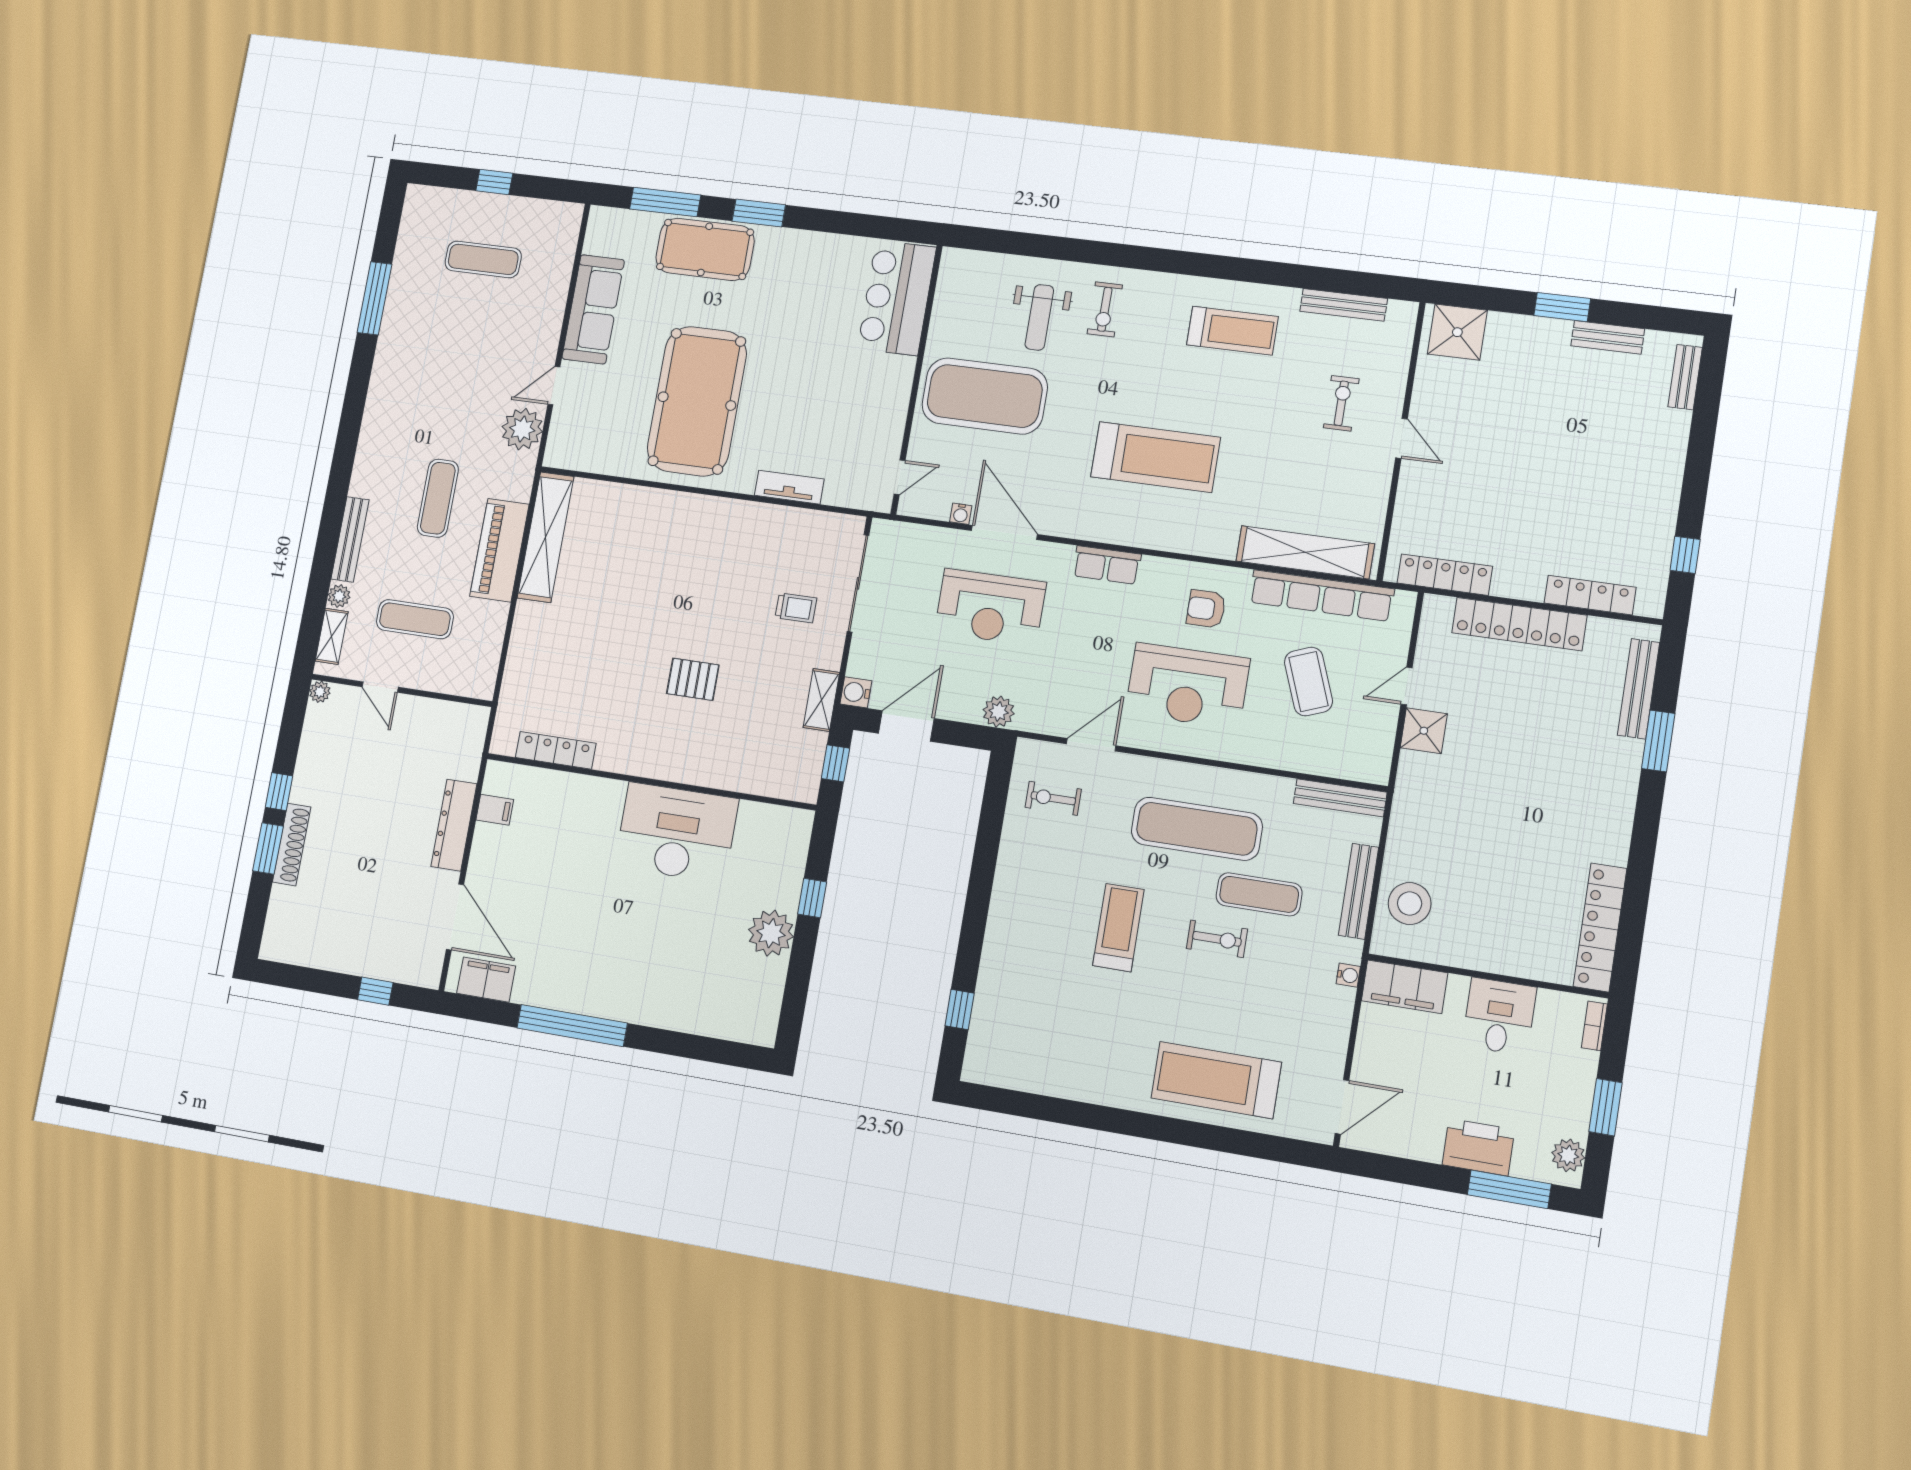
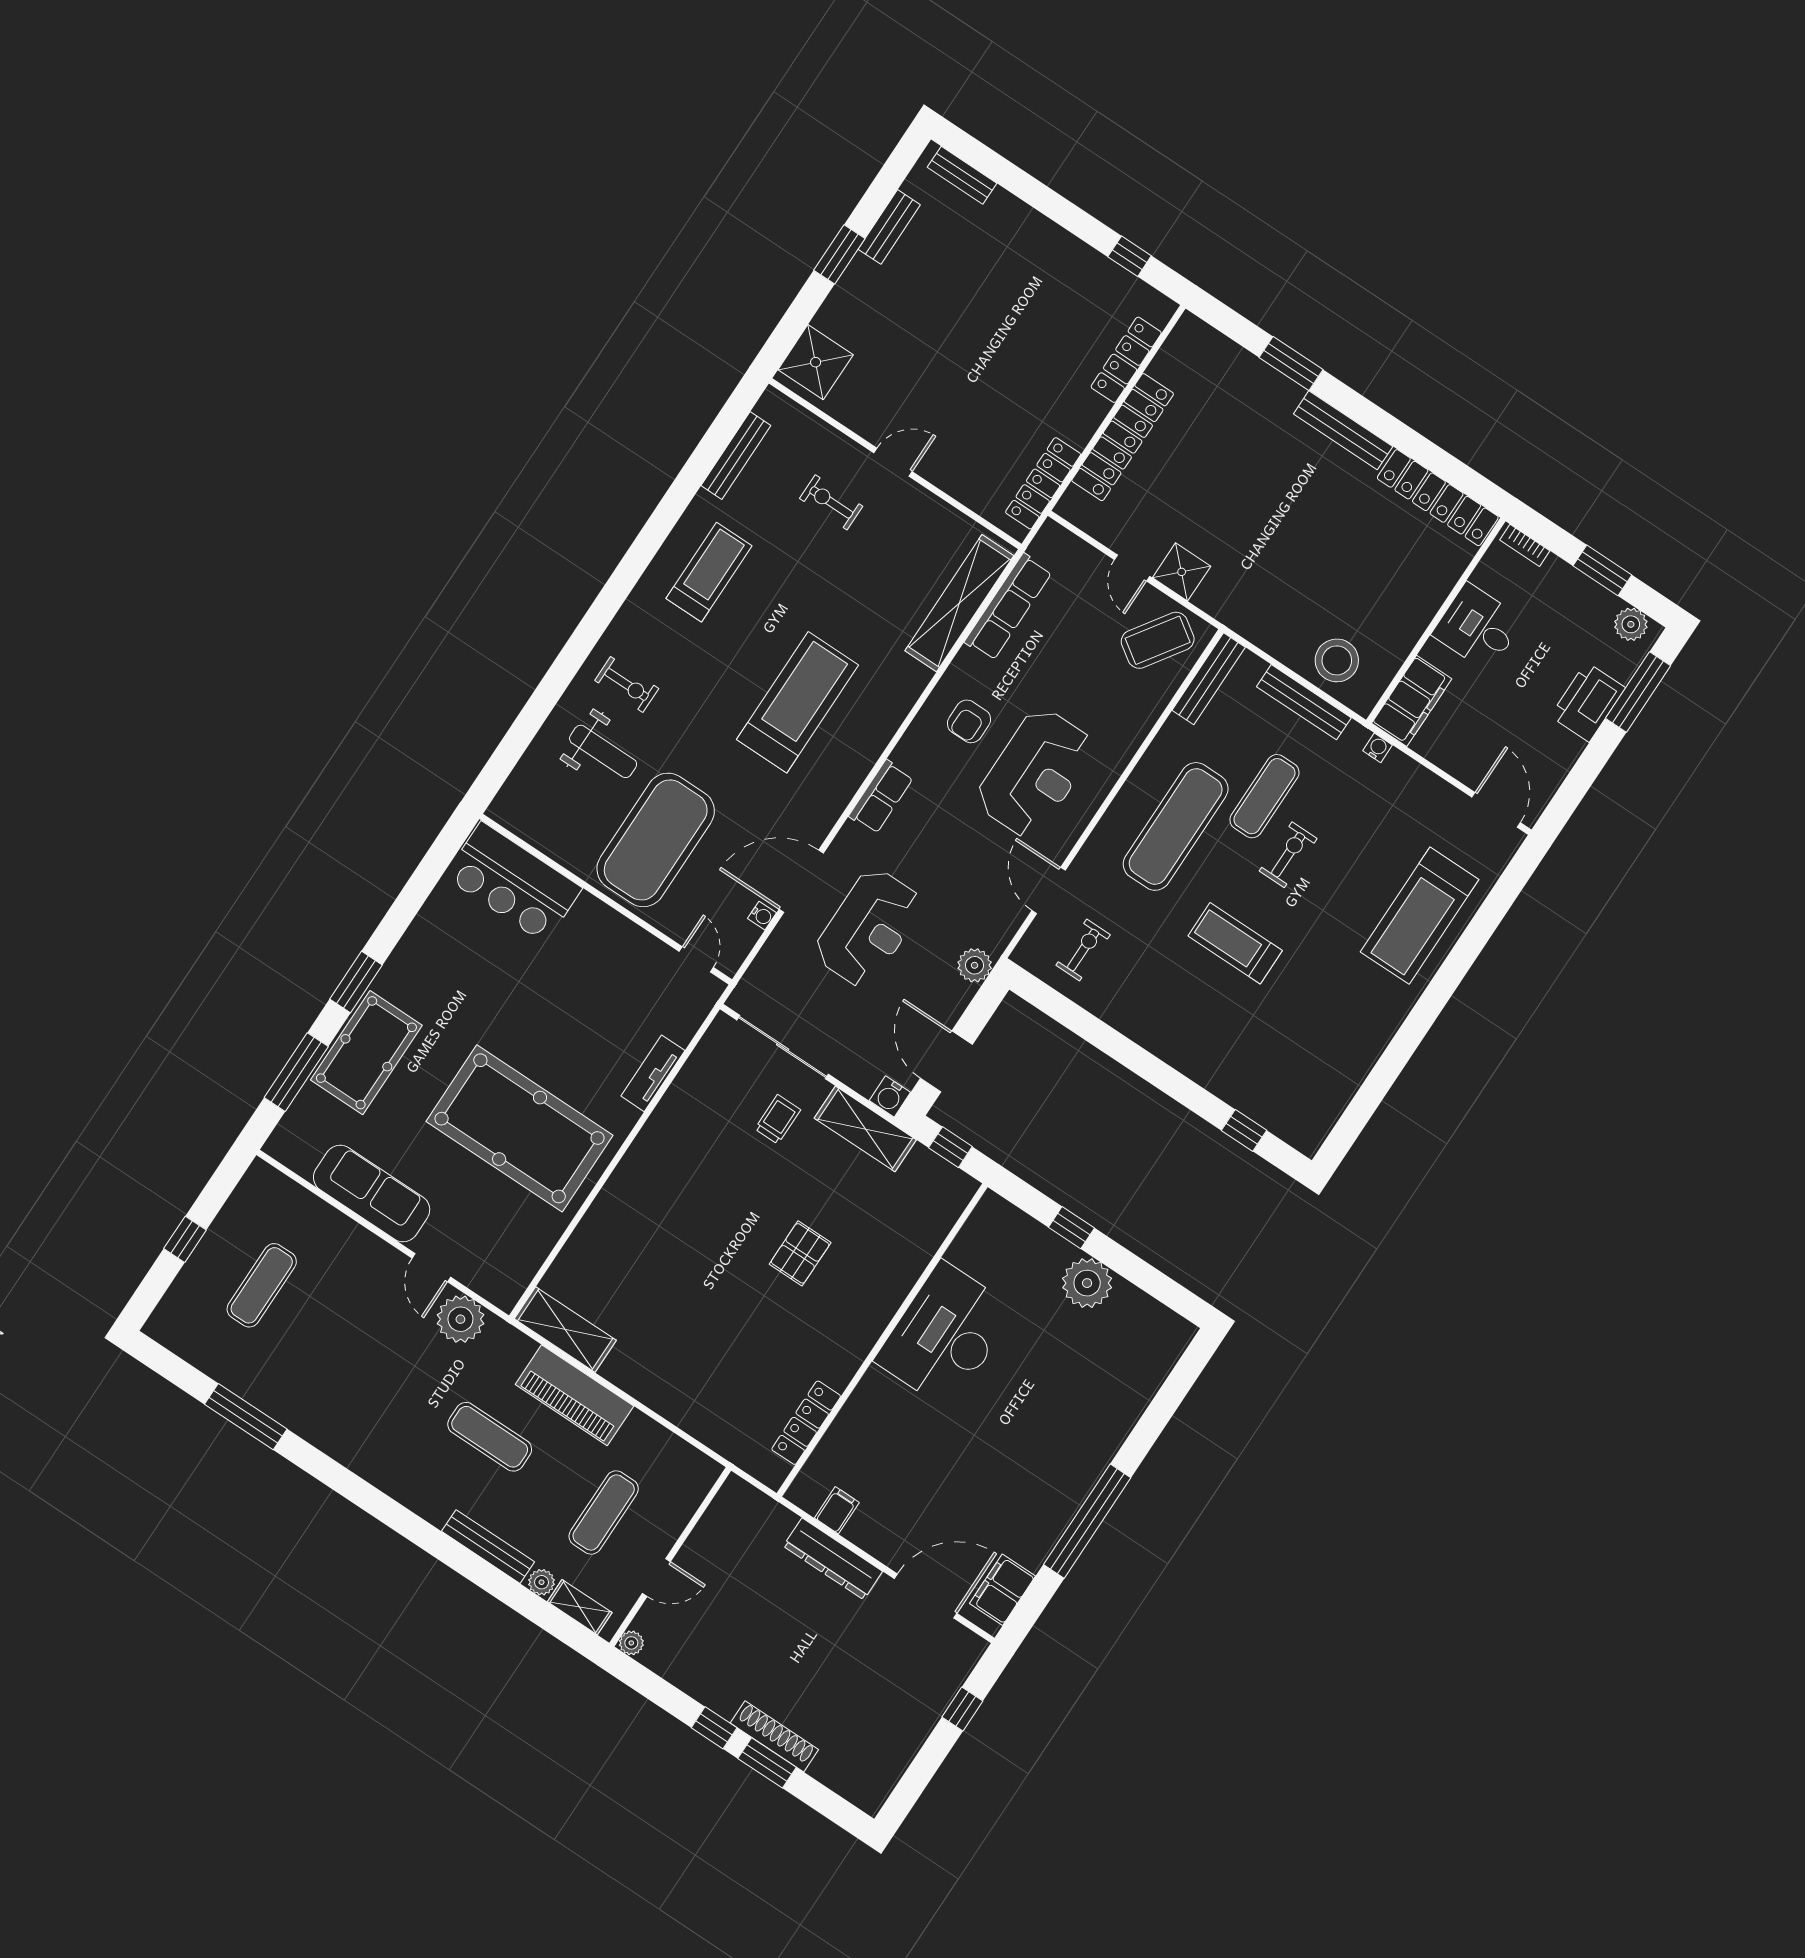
shelving: (546, 537) -> (565, 1329), width x0.68
row of seats: (1322, 596) -> (1008, 607), width x0.73
coffee table: (1308, 682) -> (1158, 640), moved, turned -35
bench: (1639, 689) -> (1343, 430), moved
shelving: (821, 700) -> (865, 1129), width x1.50, depth x1.33
exercise bike: (1053, 798) -> (1083, 950), turned 180

